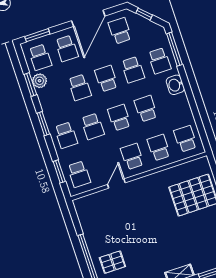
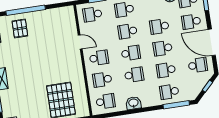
school desk: (106, 79) -> (163, 48), turned 180
washbasin: (175, 85) -> (133, 103), moved
school desk: (159, 148) -> (102, 80), turned 180

